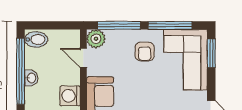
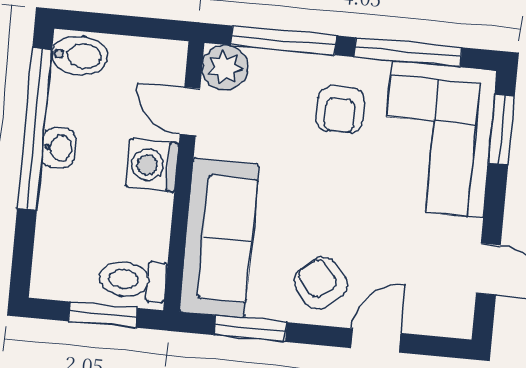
washing machine: (70, 96) -> (152, 165), moved

